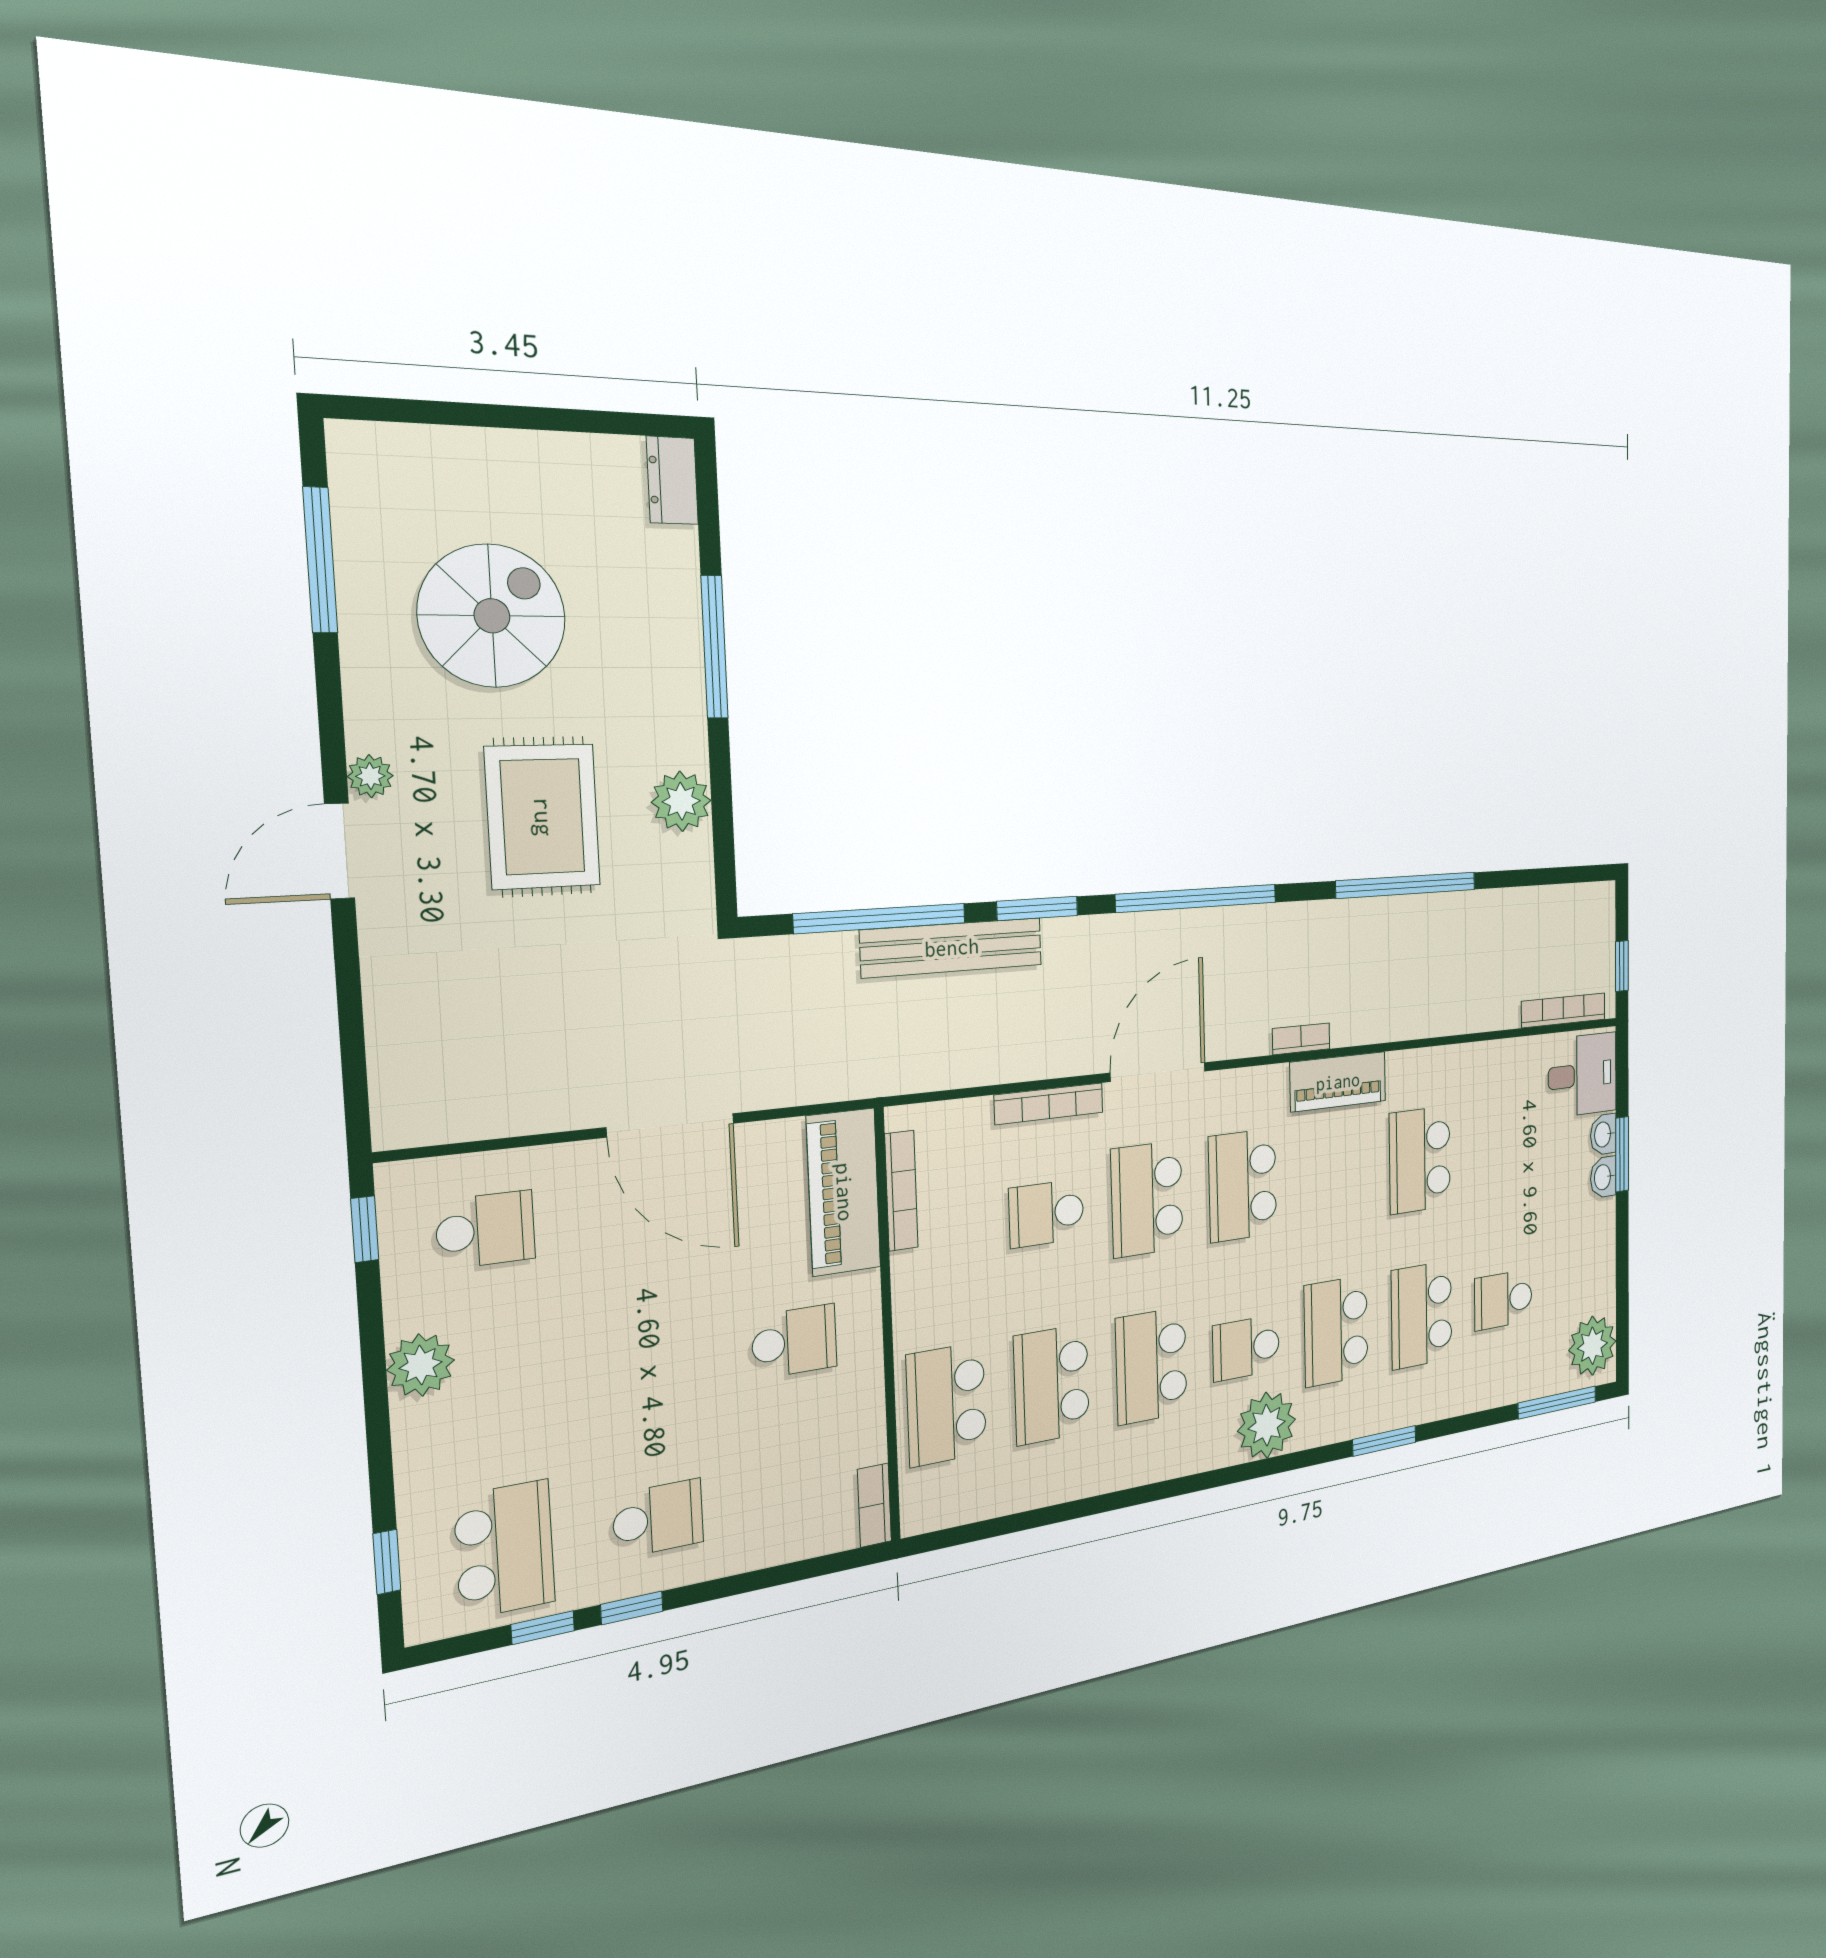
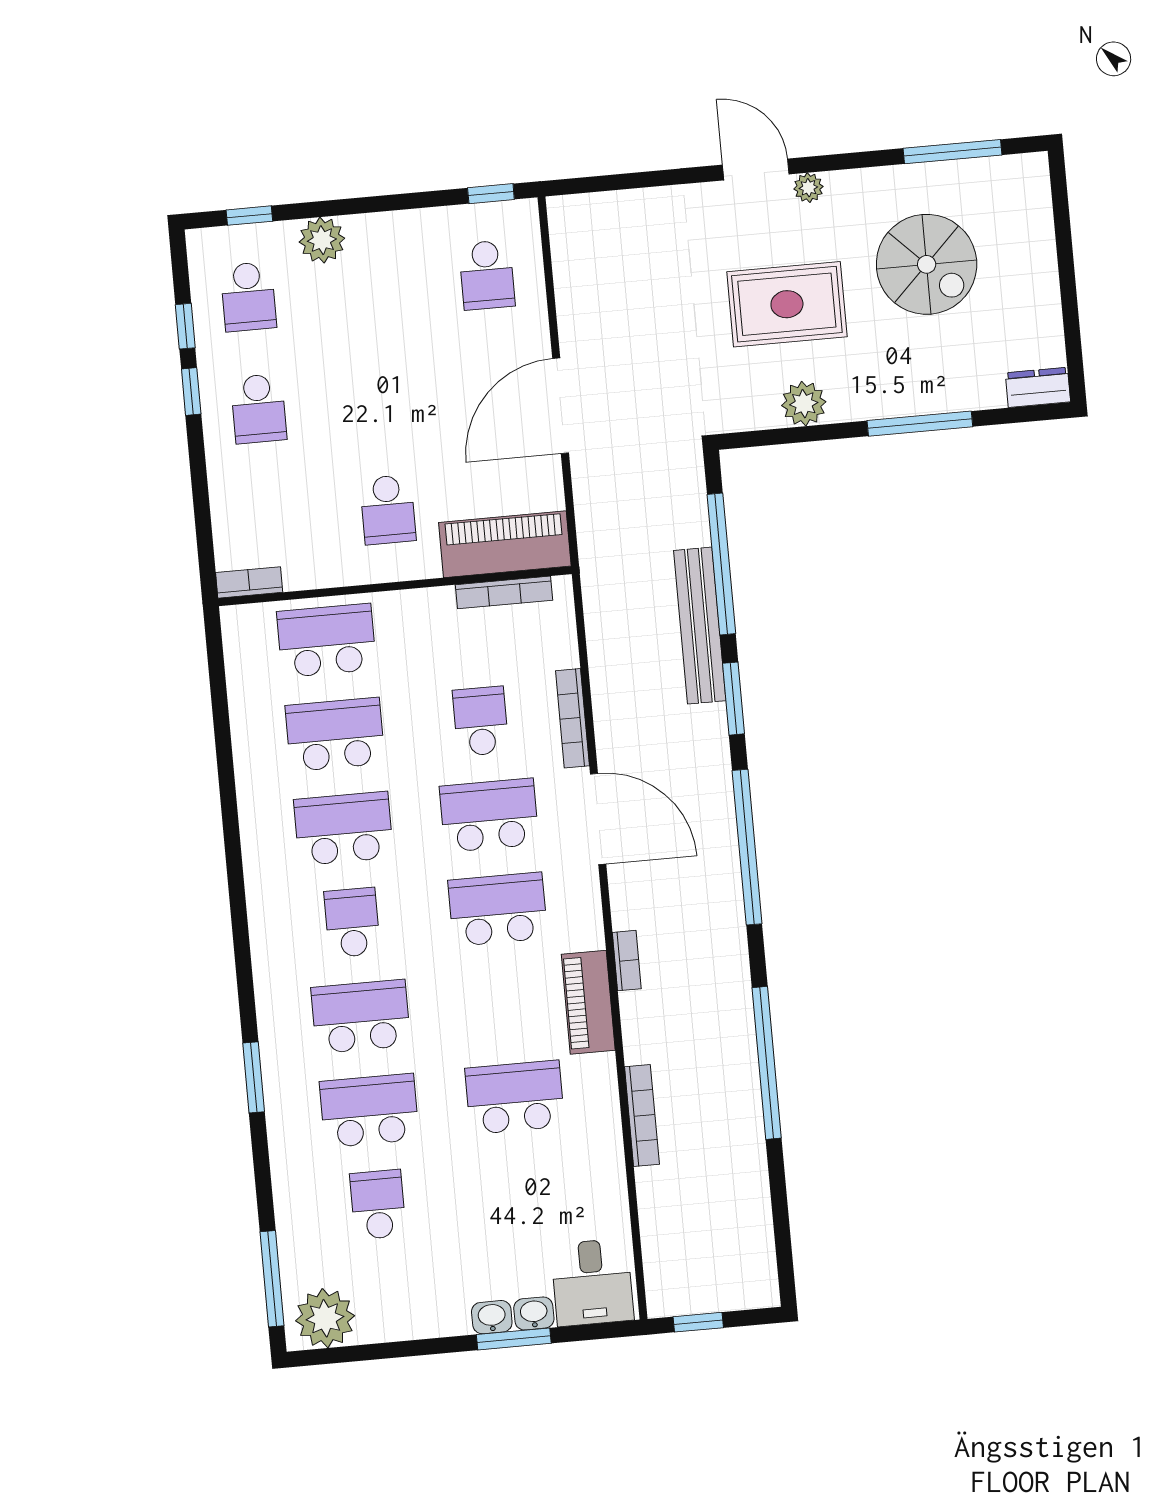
bookcase: (1563, 1010) -> (642, 1116), moved
plant: (421, 1365) -> (322, 240), moved
plant: (1267, 1425) -> (280, 949), removed
school desk: (505, 1549) -> (248, 297), width x0.54

